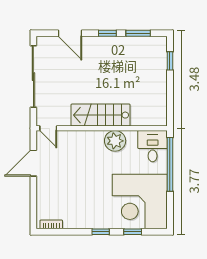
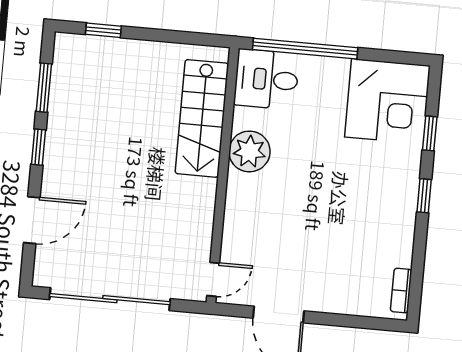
stairs: (101, 115) -> (202, 118), moved
corner desk: (140, 201) -> (387, 101), width x0.74, depth x0.74

